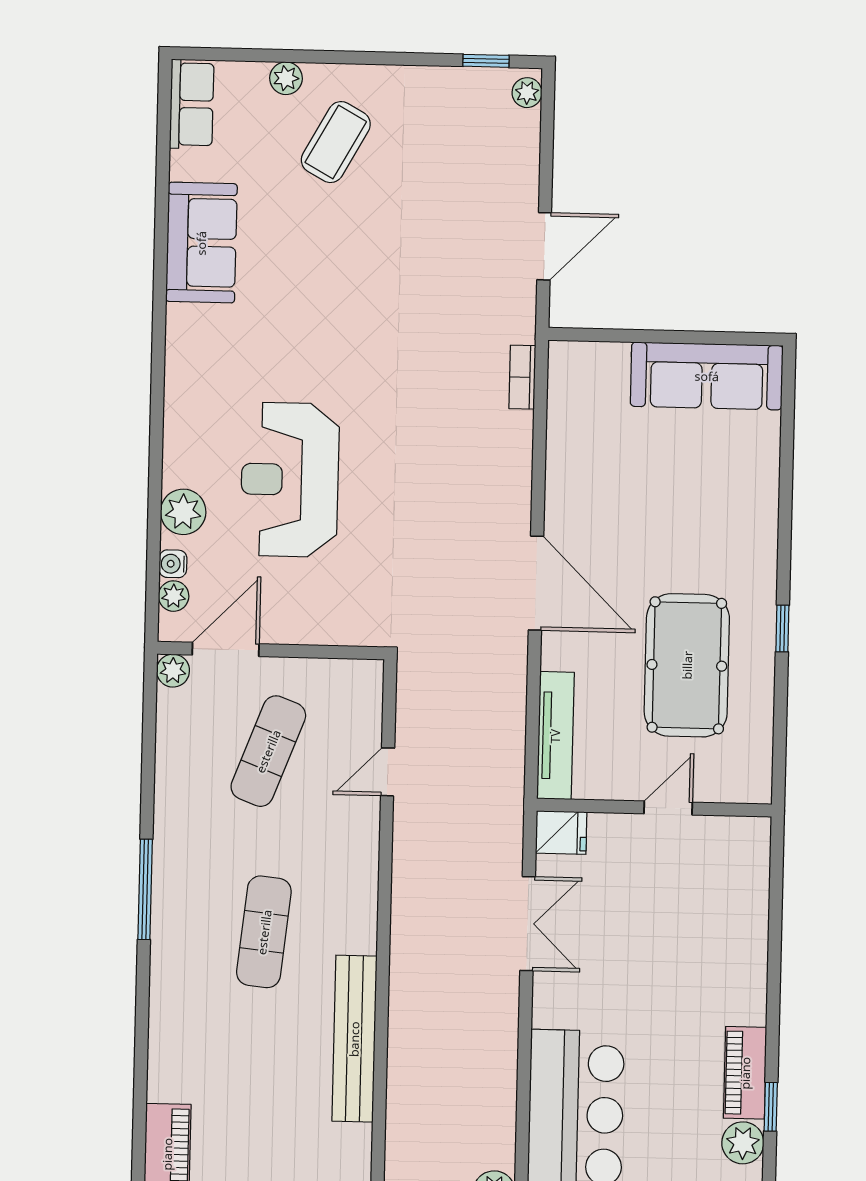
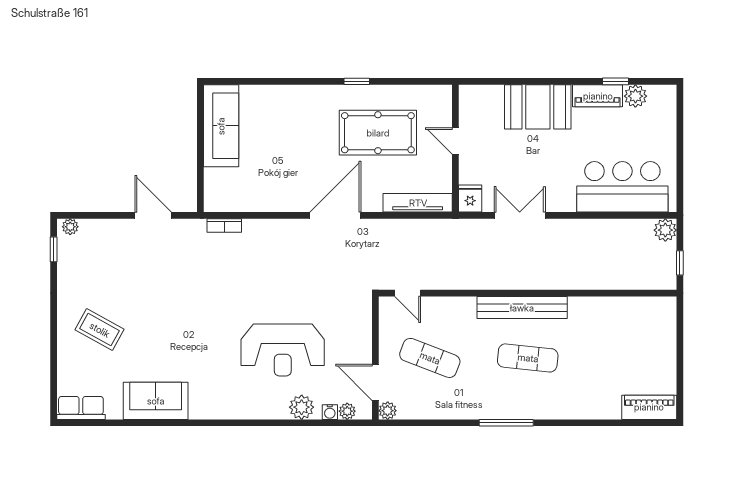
plant: (286, 78) -> (66, 357), removed
door: (388, 772) -> (408, 293), moved
booth: (727, 962) -> (538, 107), added
bench: (354, 1039) -> (522, 308), moved

